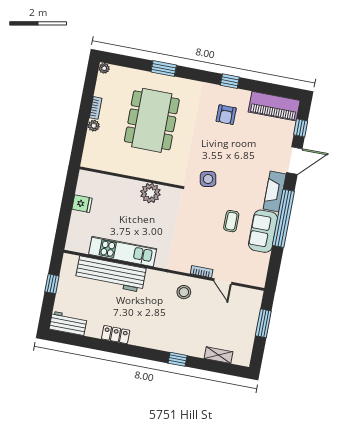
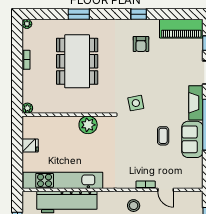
plant: (94, 126) -> (27, 108), moved
kitchen unit: (123, 252) -> (63, 180), width x1.36

